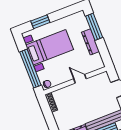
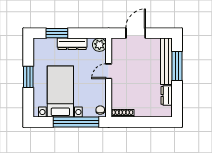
window: (40, 22) -> (28, 77), moved
window: (94, 27) -> (57, 33), width x0.69
plant: (98, 64) -> (99, 45), added

